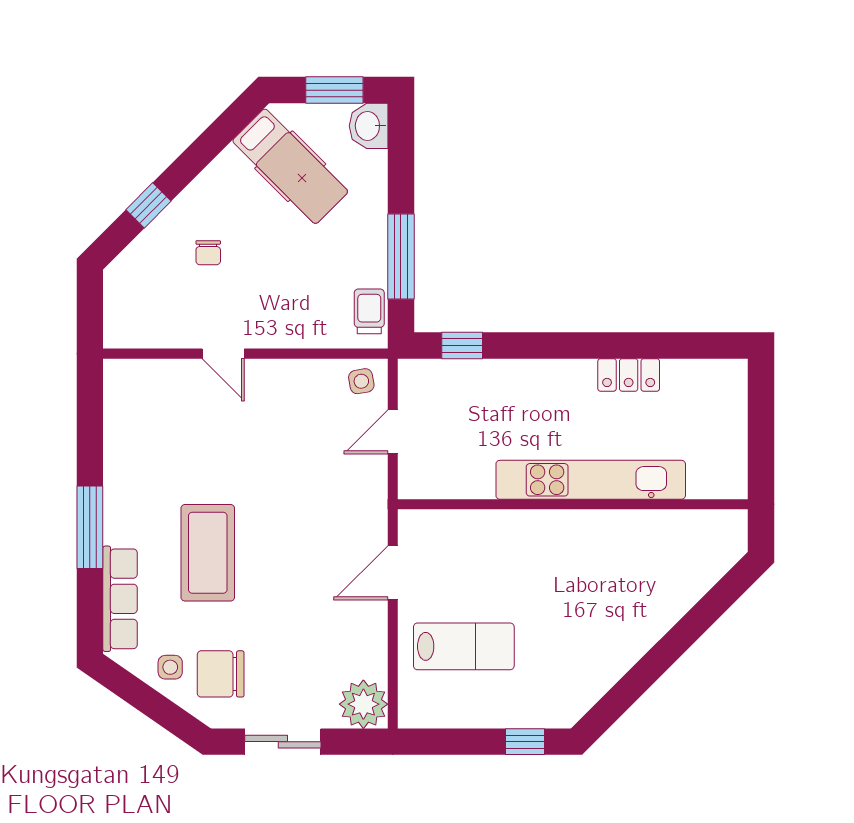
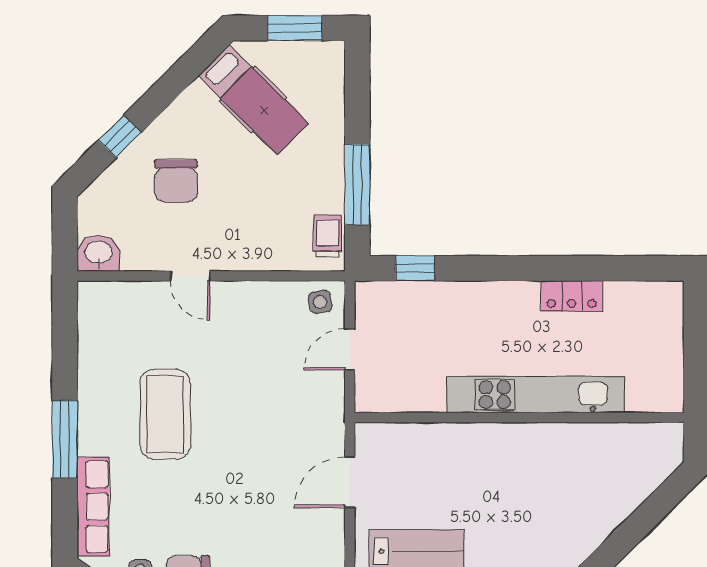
washbasin: (369, 126) -> (98, 253), moved, turned 90
chair: (208, 253) -> (176, 181), width x1.87, depth x1.87
coffee table: (208, 553) -> (165, 414), moved

